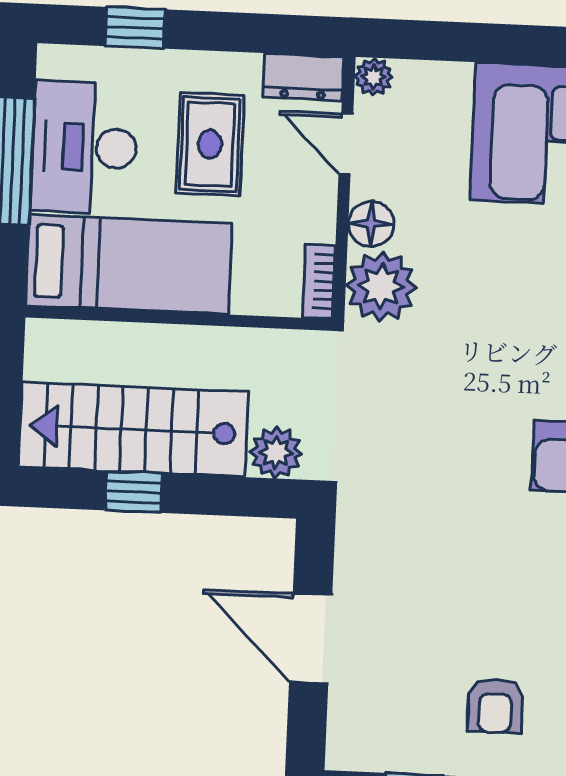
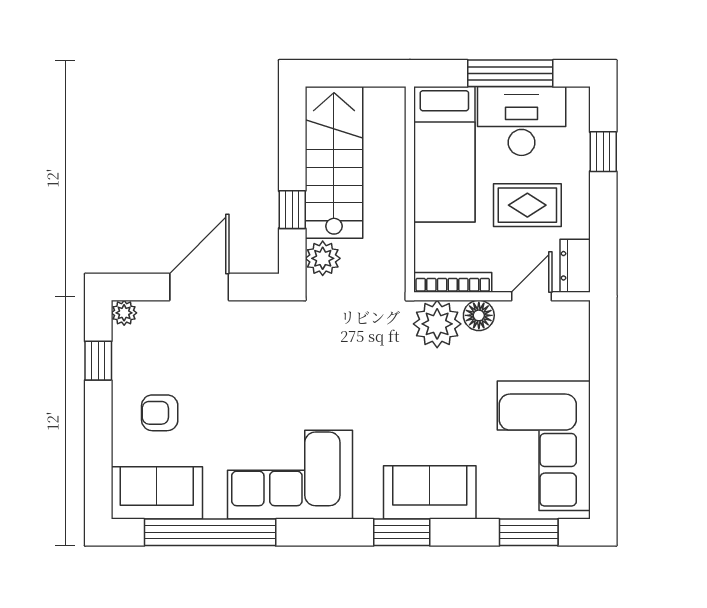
plant: (374, 77) -> (124, 313), moved
bookcase: (319, 281) -> (453, 282), width x1.56
window: (134, 492) -> (292, 210), moved

